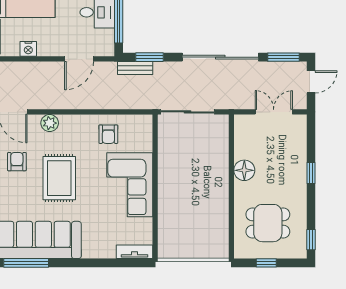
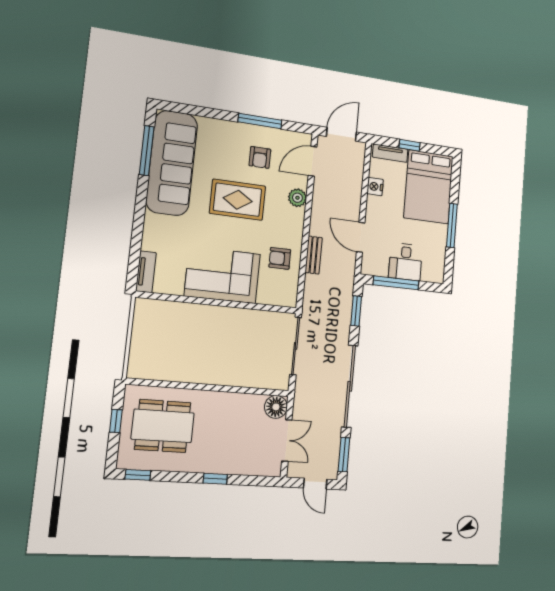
bench: (135, 68) -> (314, 255), moved
armchair: (17, 162) -> (260, 157), turned 90
floor lamp: (244, 170) -> (276, 407), moved
dining table: (268, 223) -> (163, 426), width x1.38

